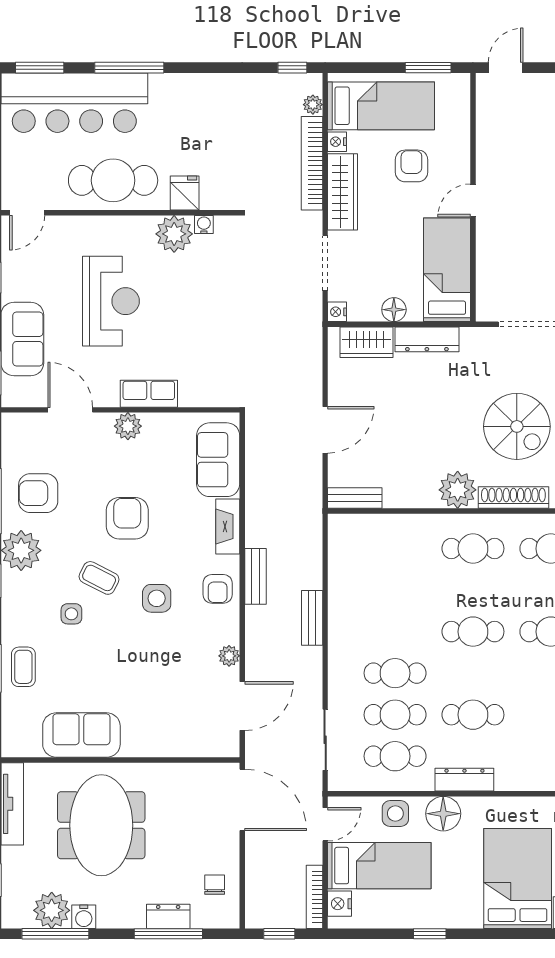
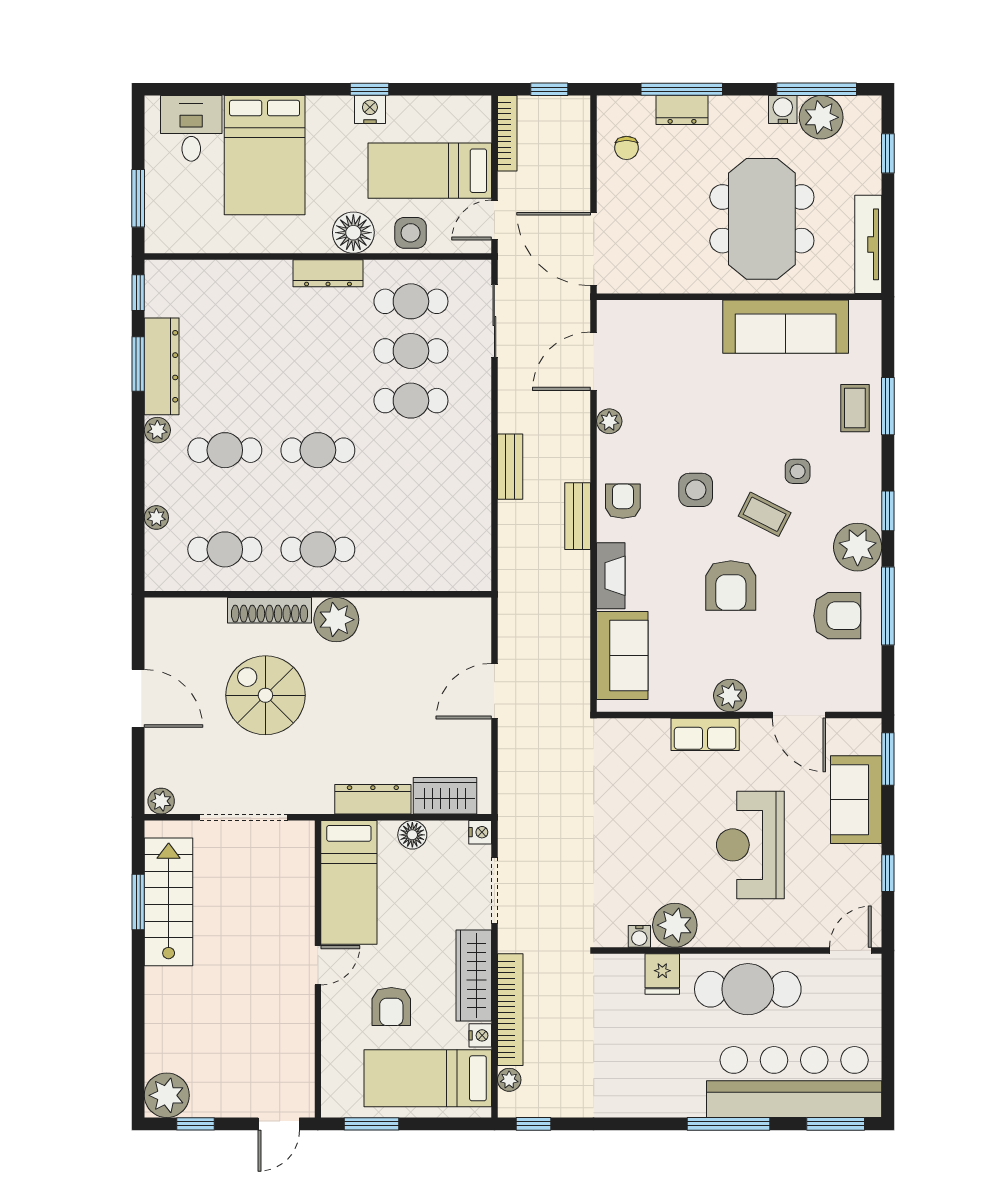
bench: (355, 498) -> (459, 610), removed
cafe table: (473, 715) -> (318, 351), removed
sofa: (81, 735) -> (786, 327), width x1.36
nightstand: (340, 904) -> (370, 110), moved, turned -90

